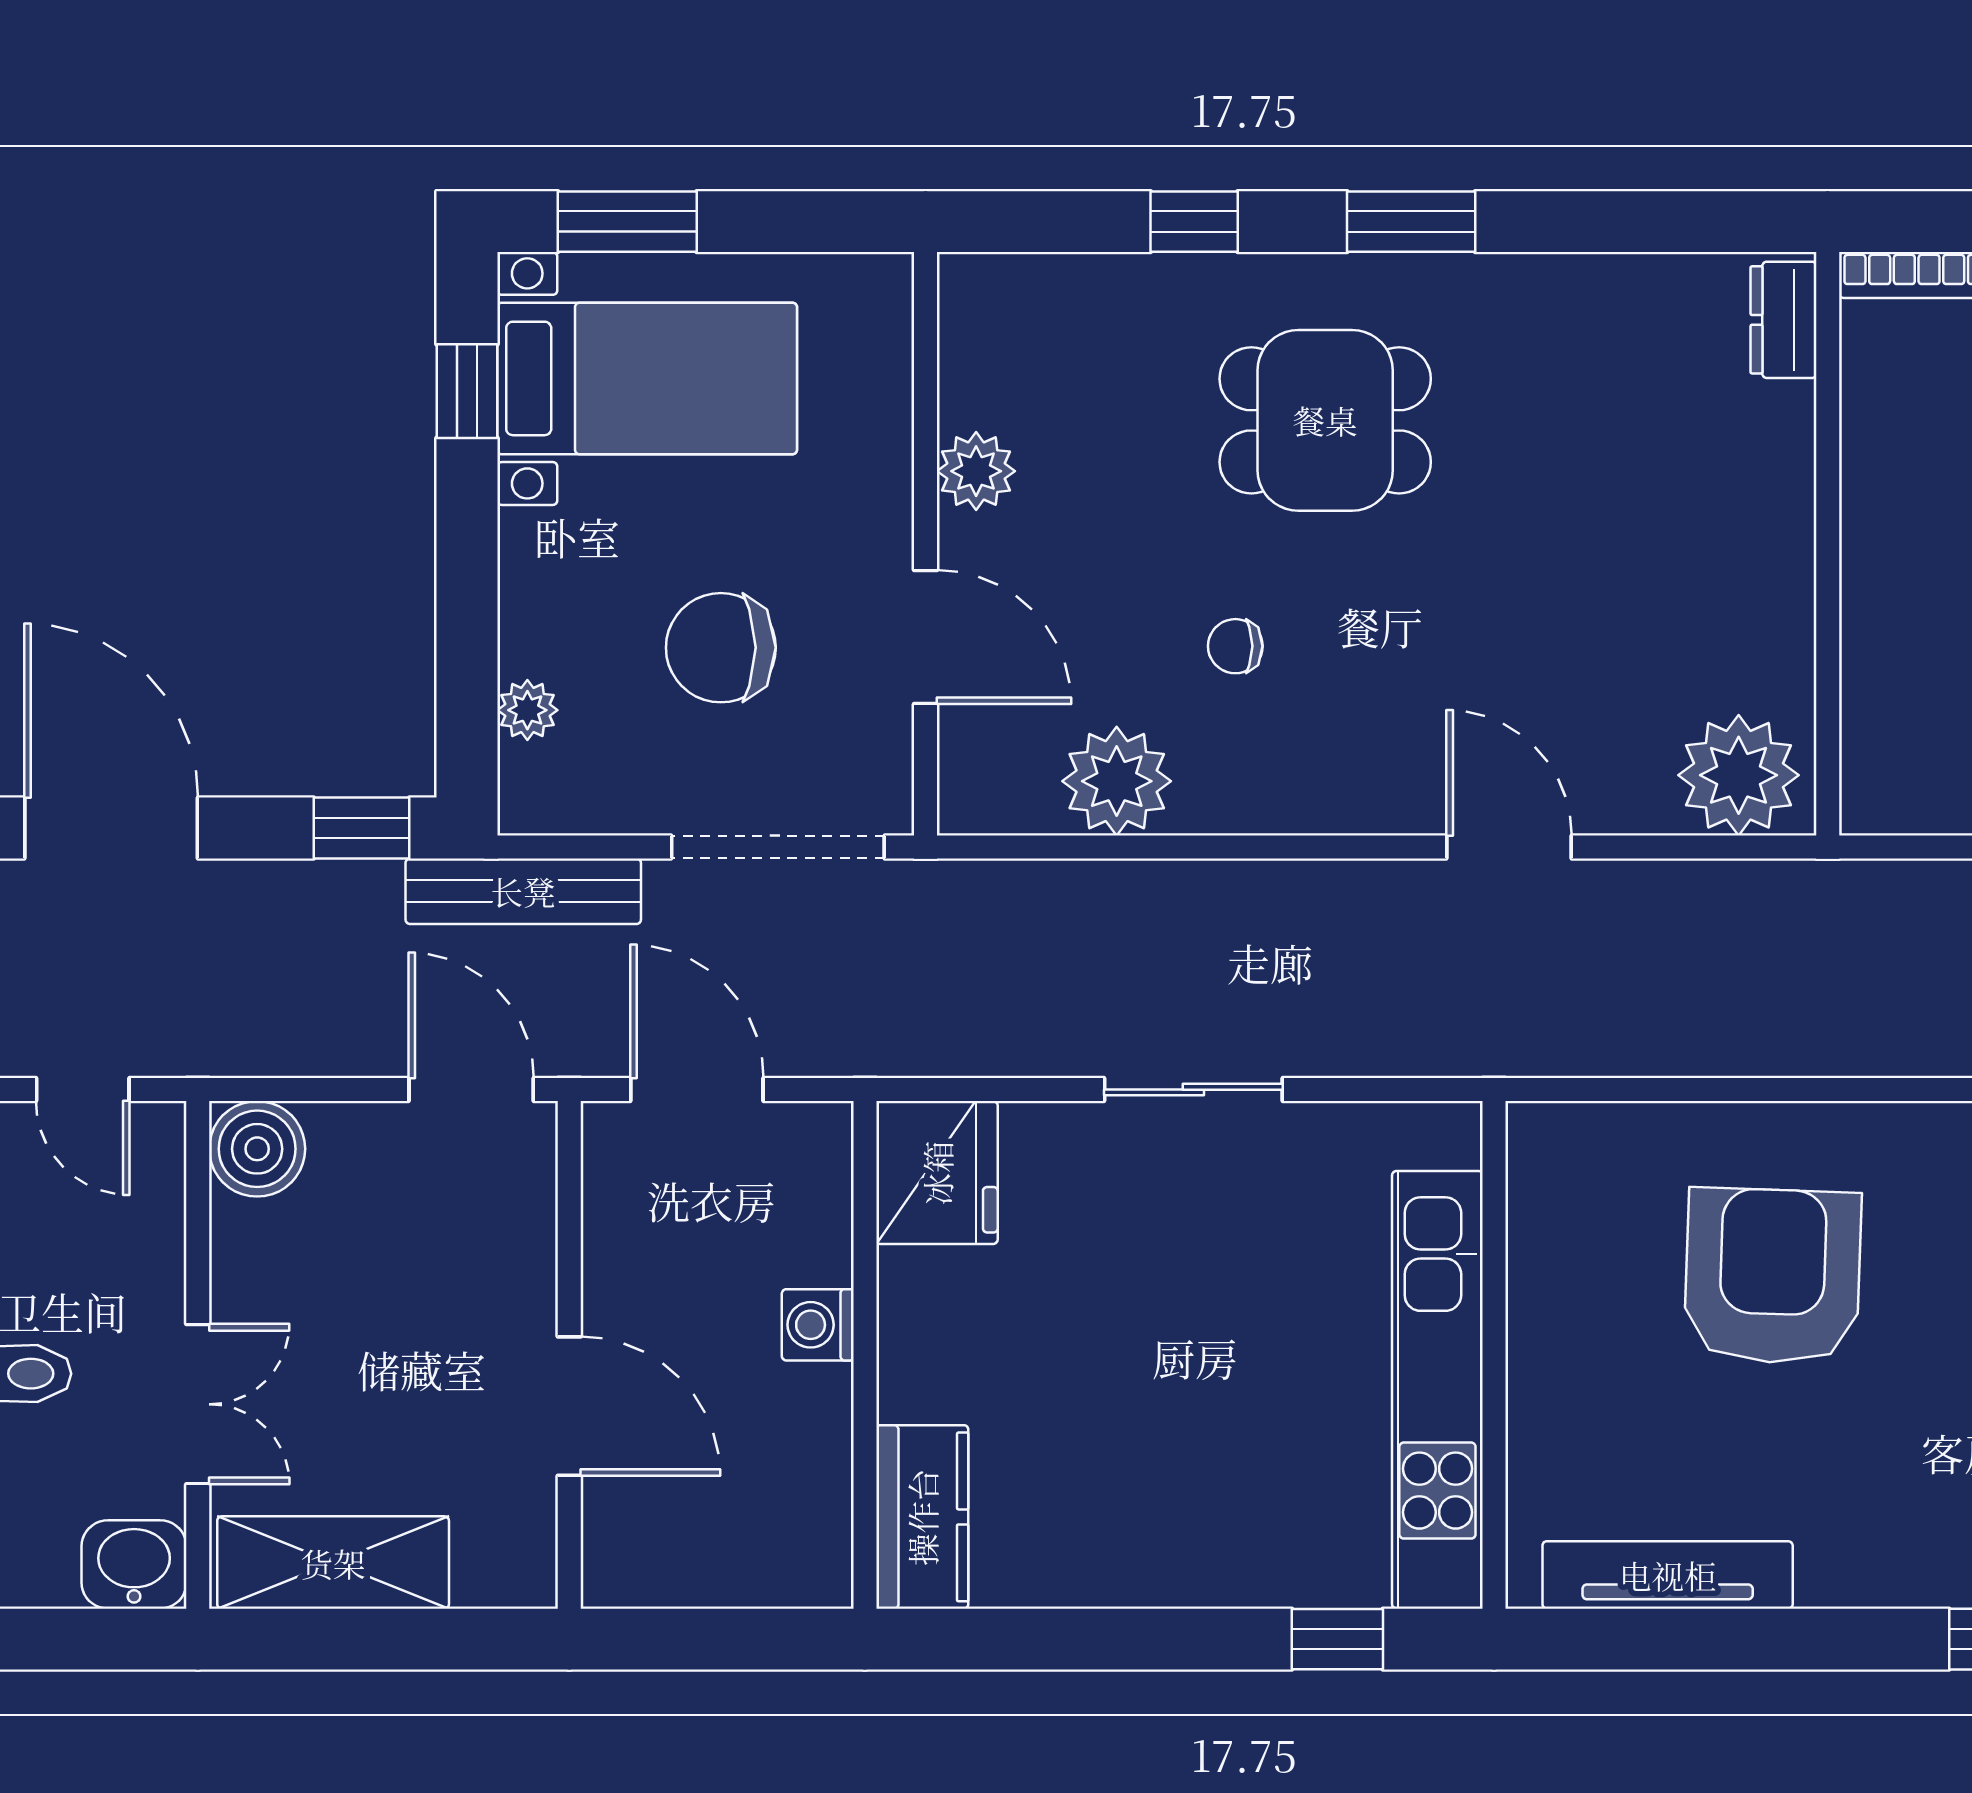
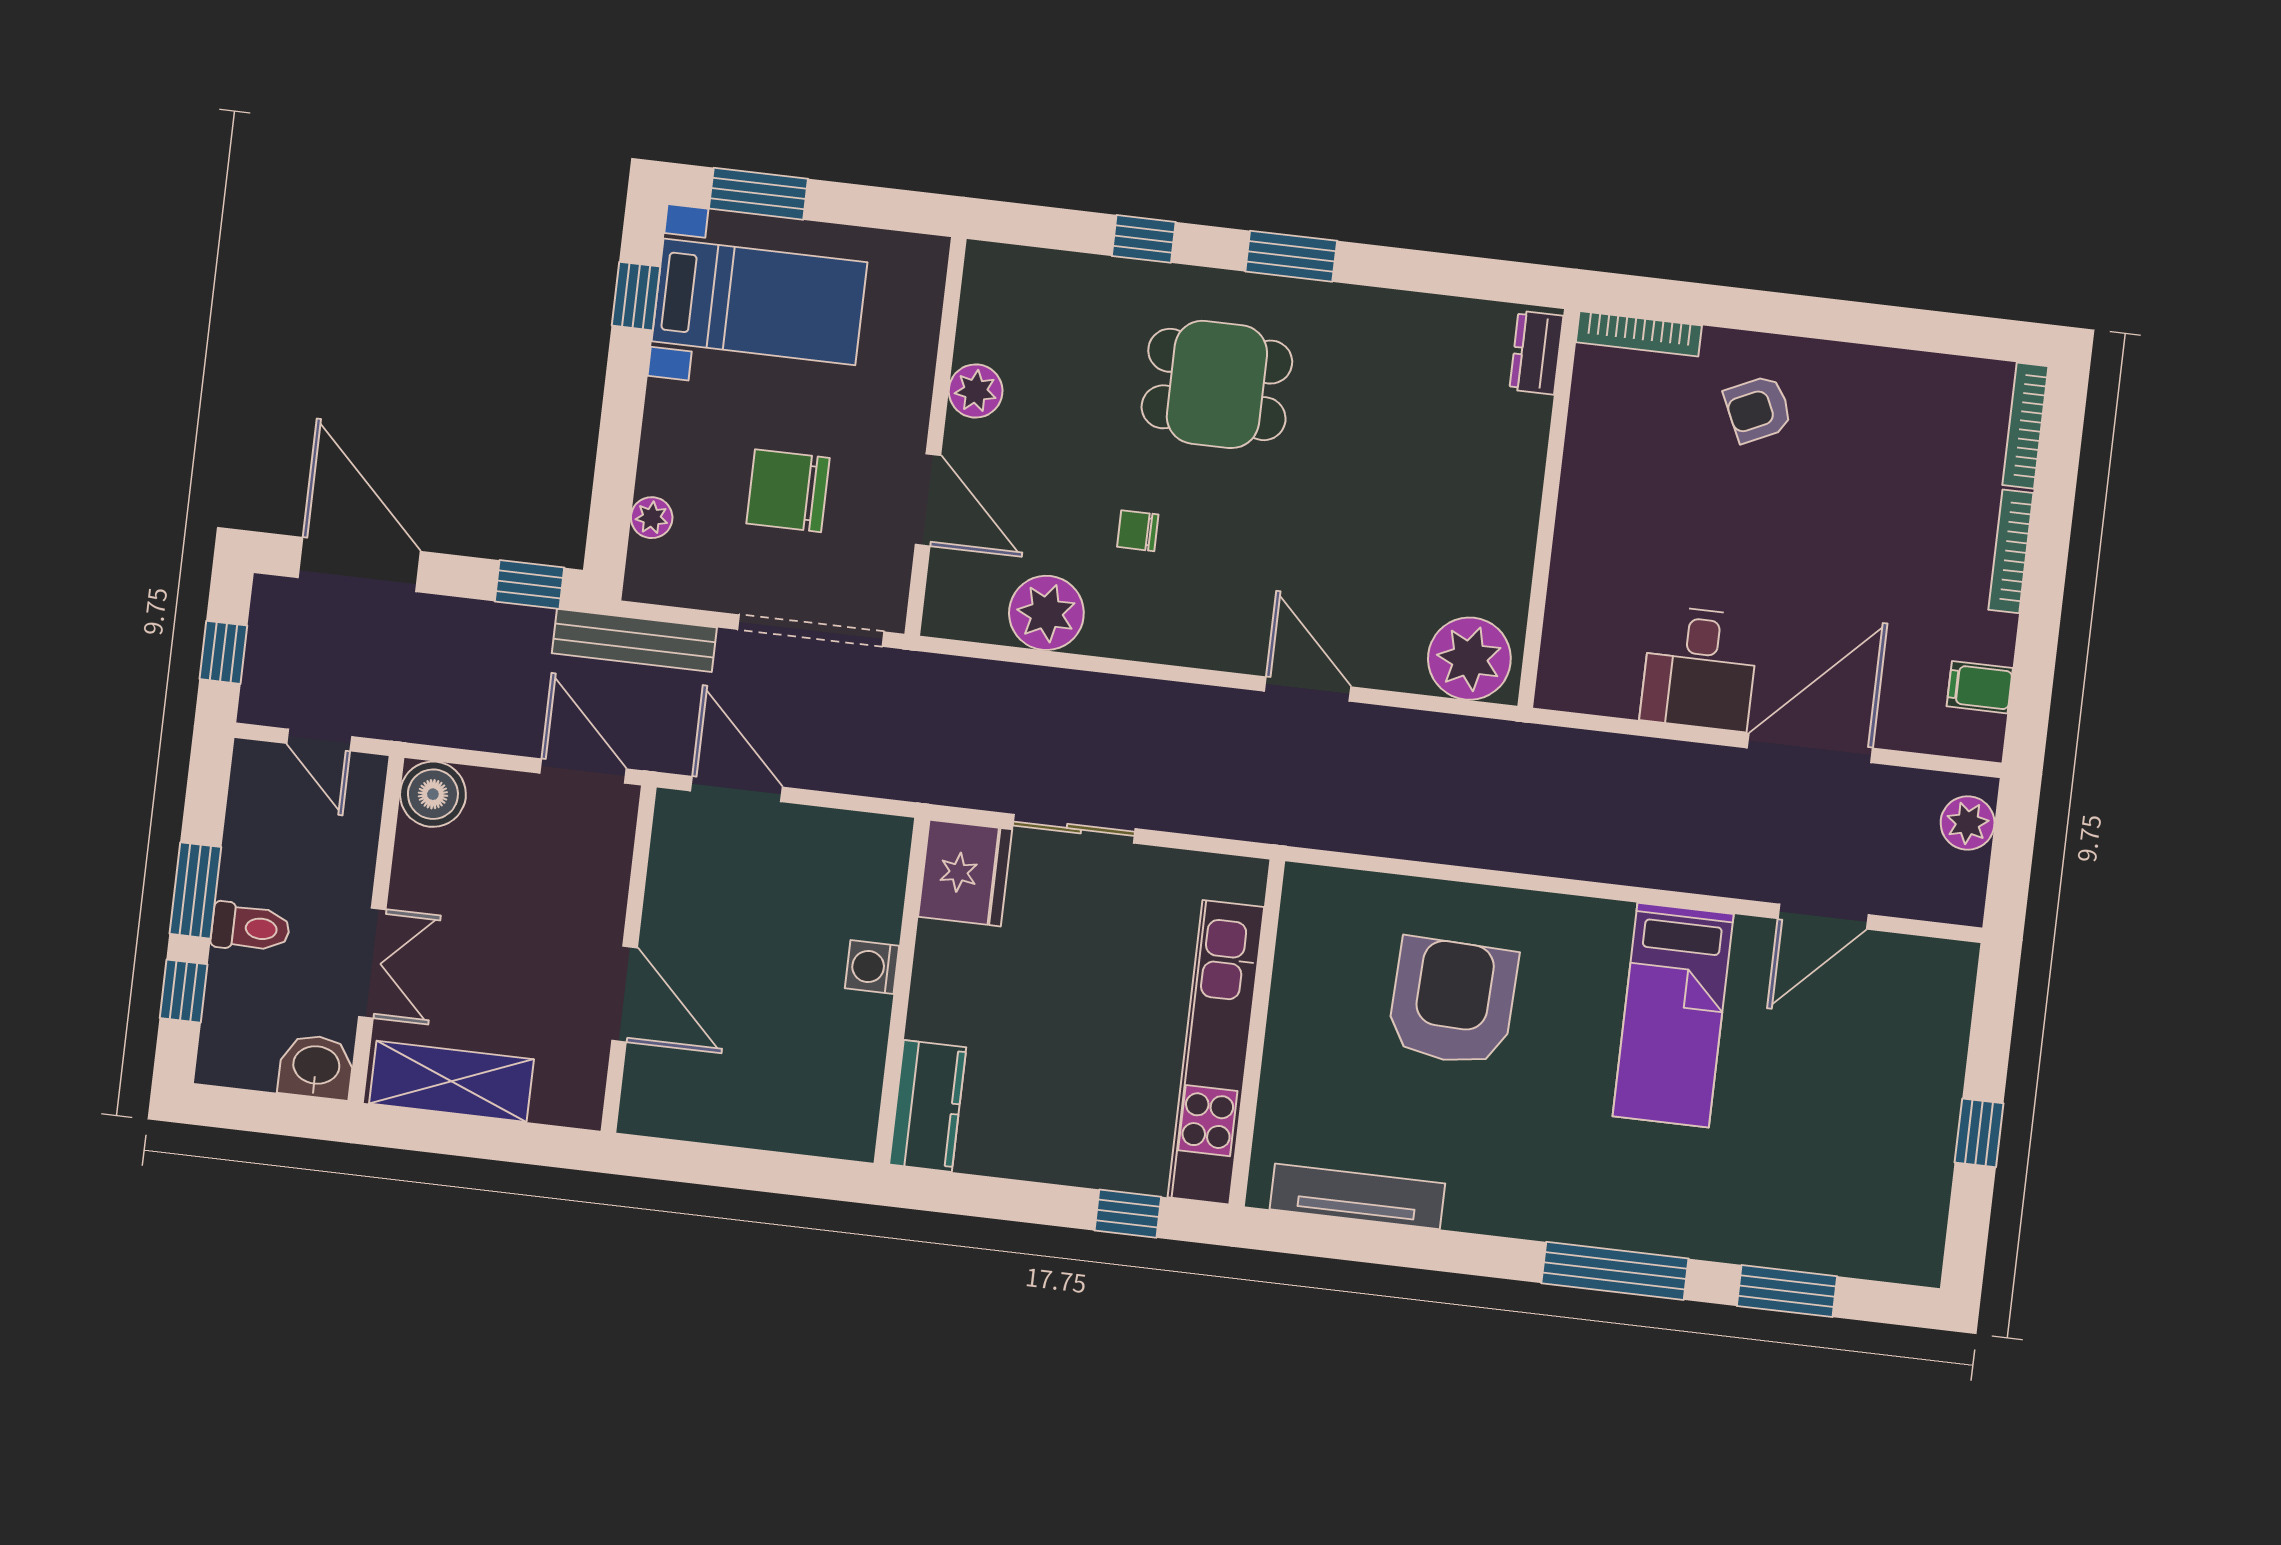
fridge: (937, 1173) -> (965, 873), moved
washing machine: (818, 1325) -> (872, 967), moved
wall: (865, 1355) -> (902, 991), moved
kitchen counter: (922, 1517) -> (928, 1106), moved

